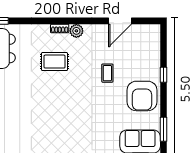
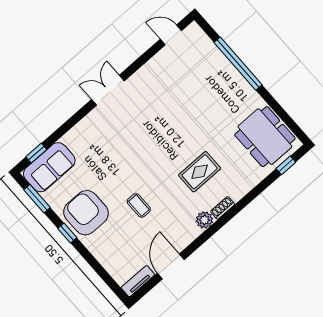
tv unit: (147, 29) -> (138, 281), added
window: (163, 75) -> (67, 233), moved

